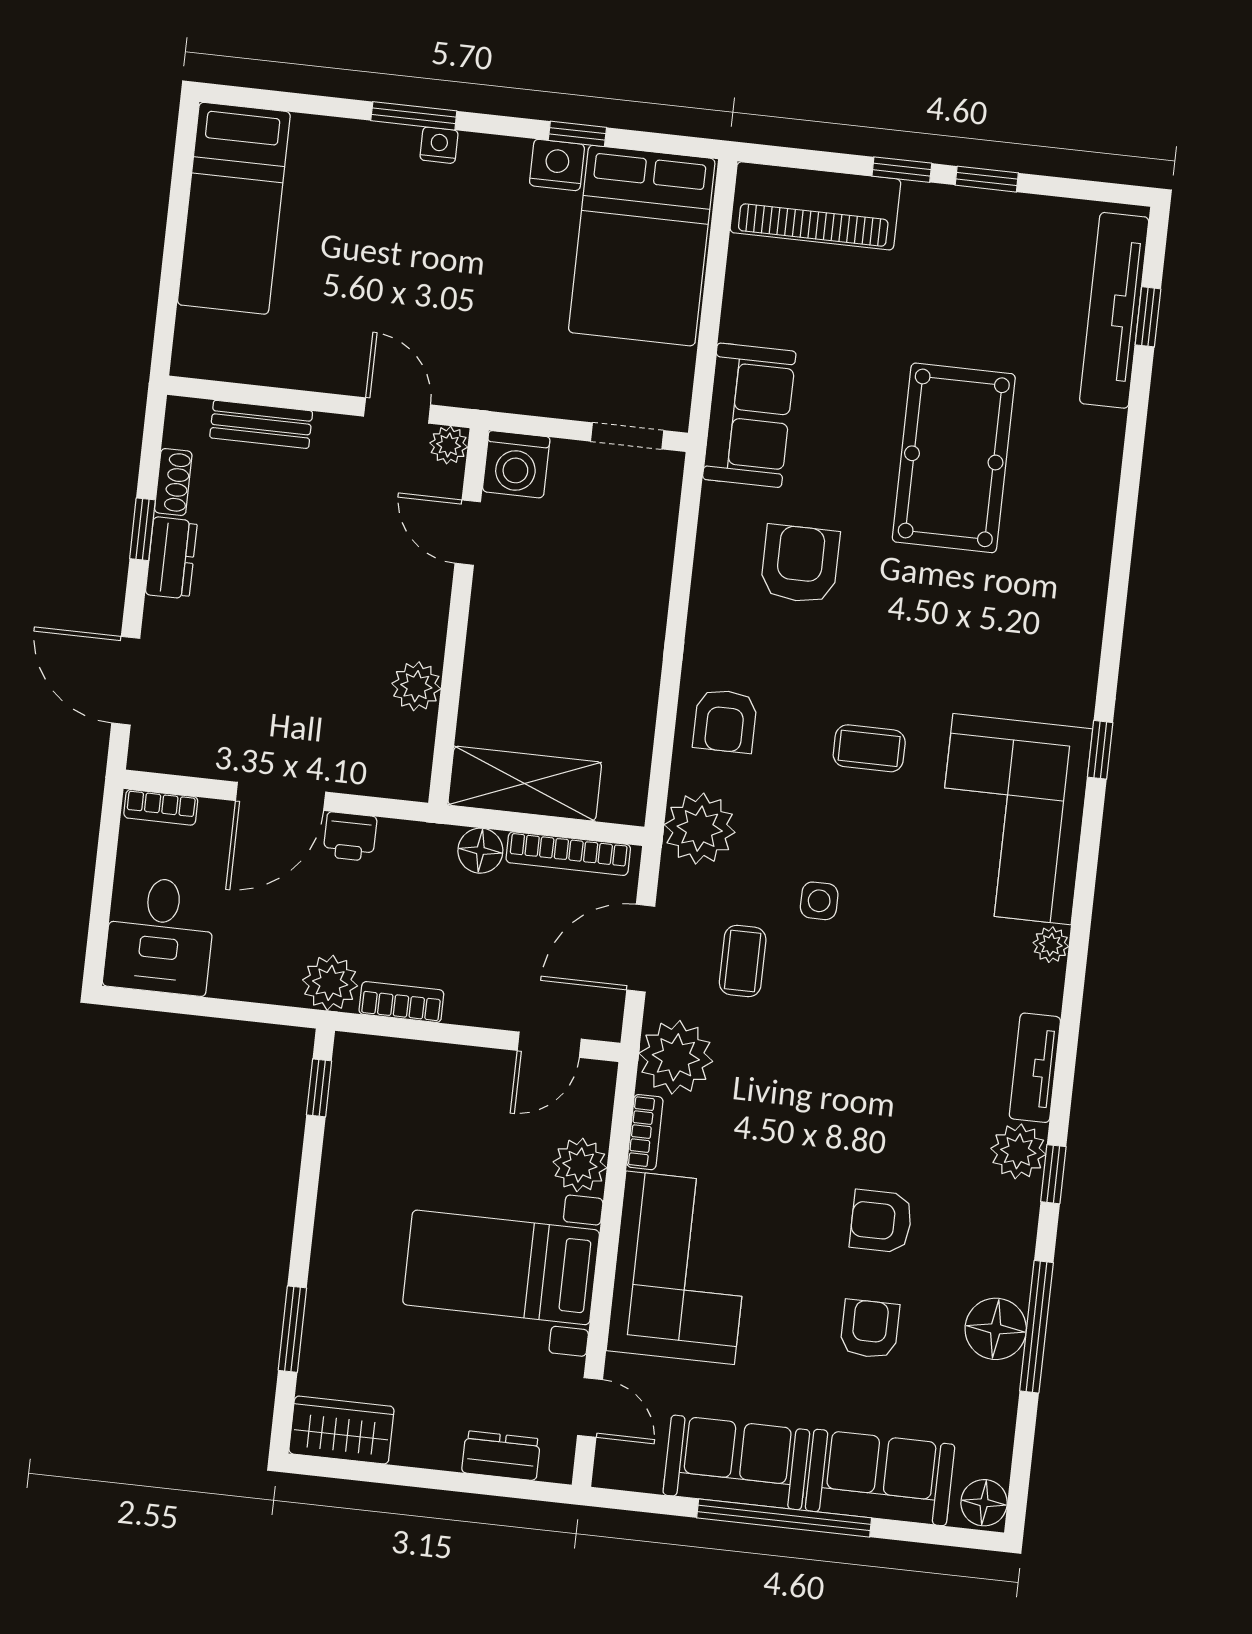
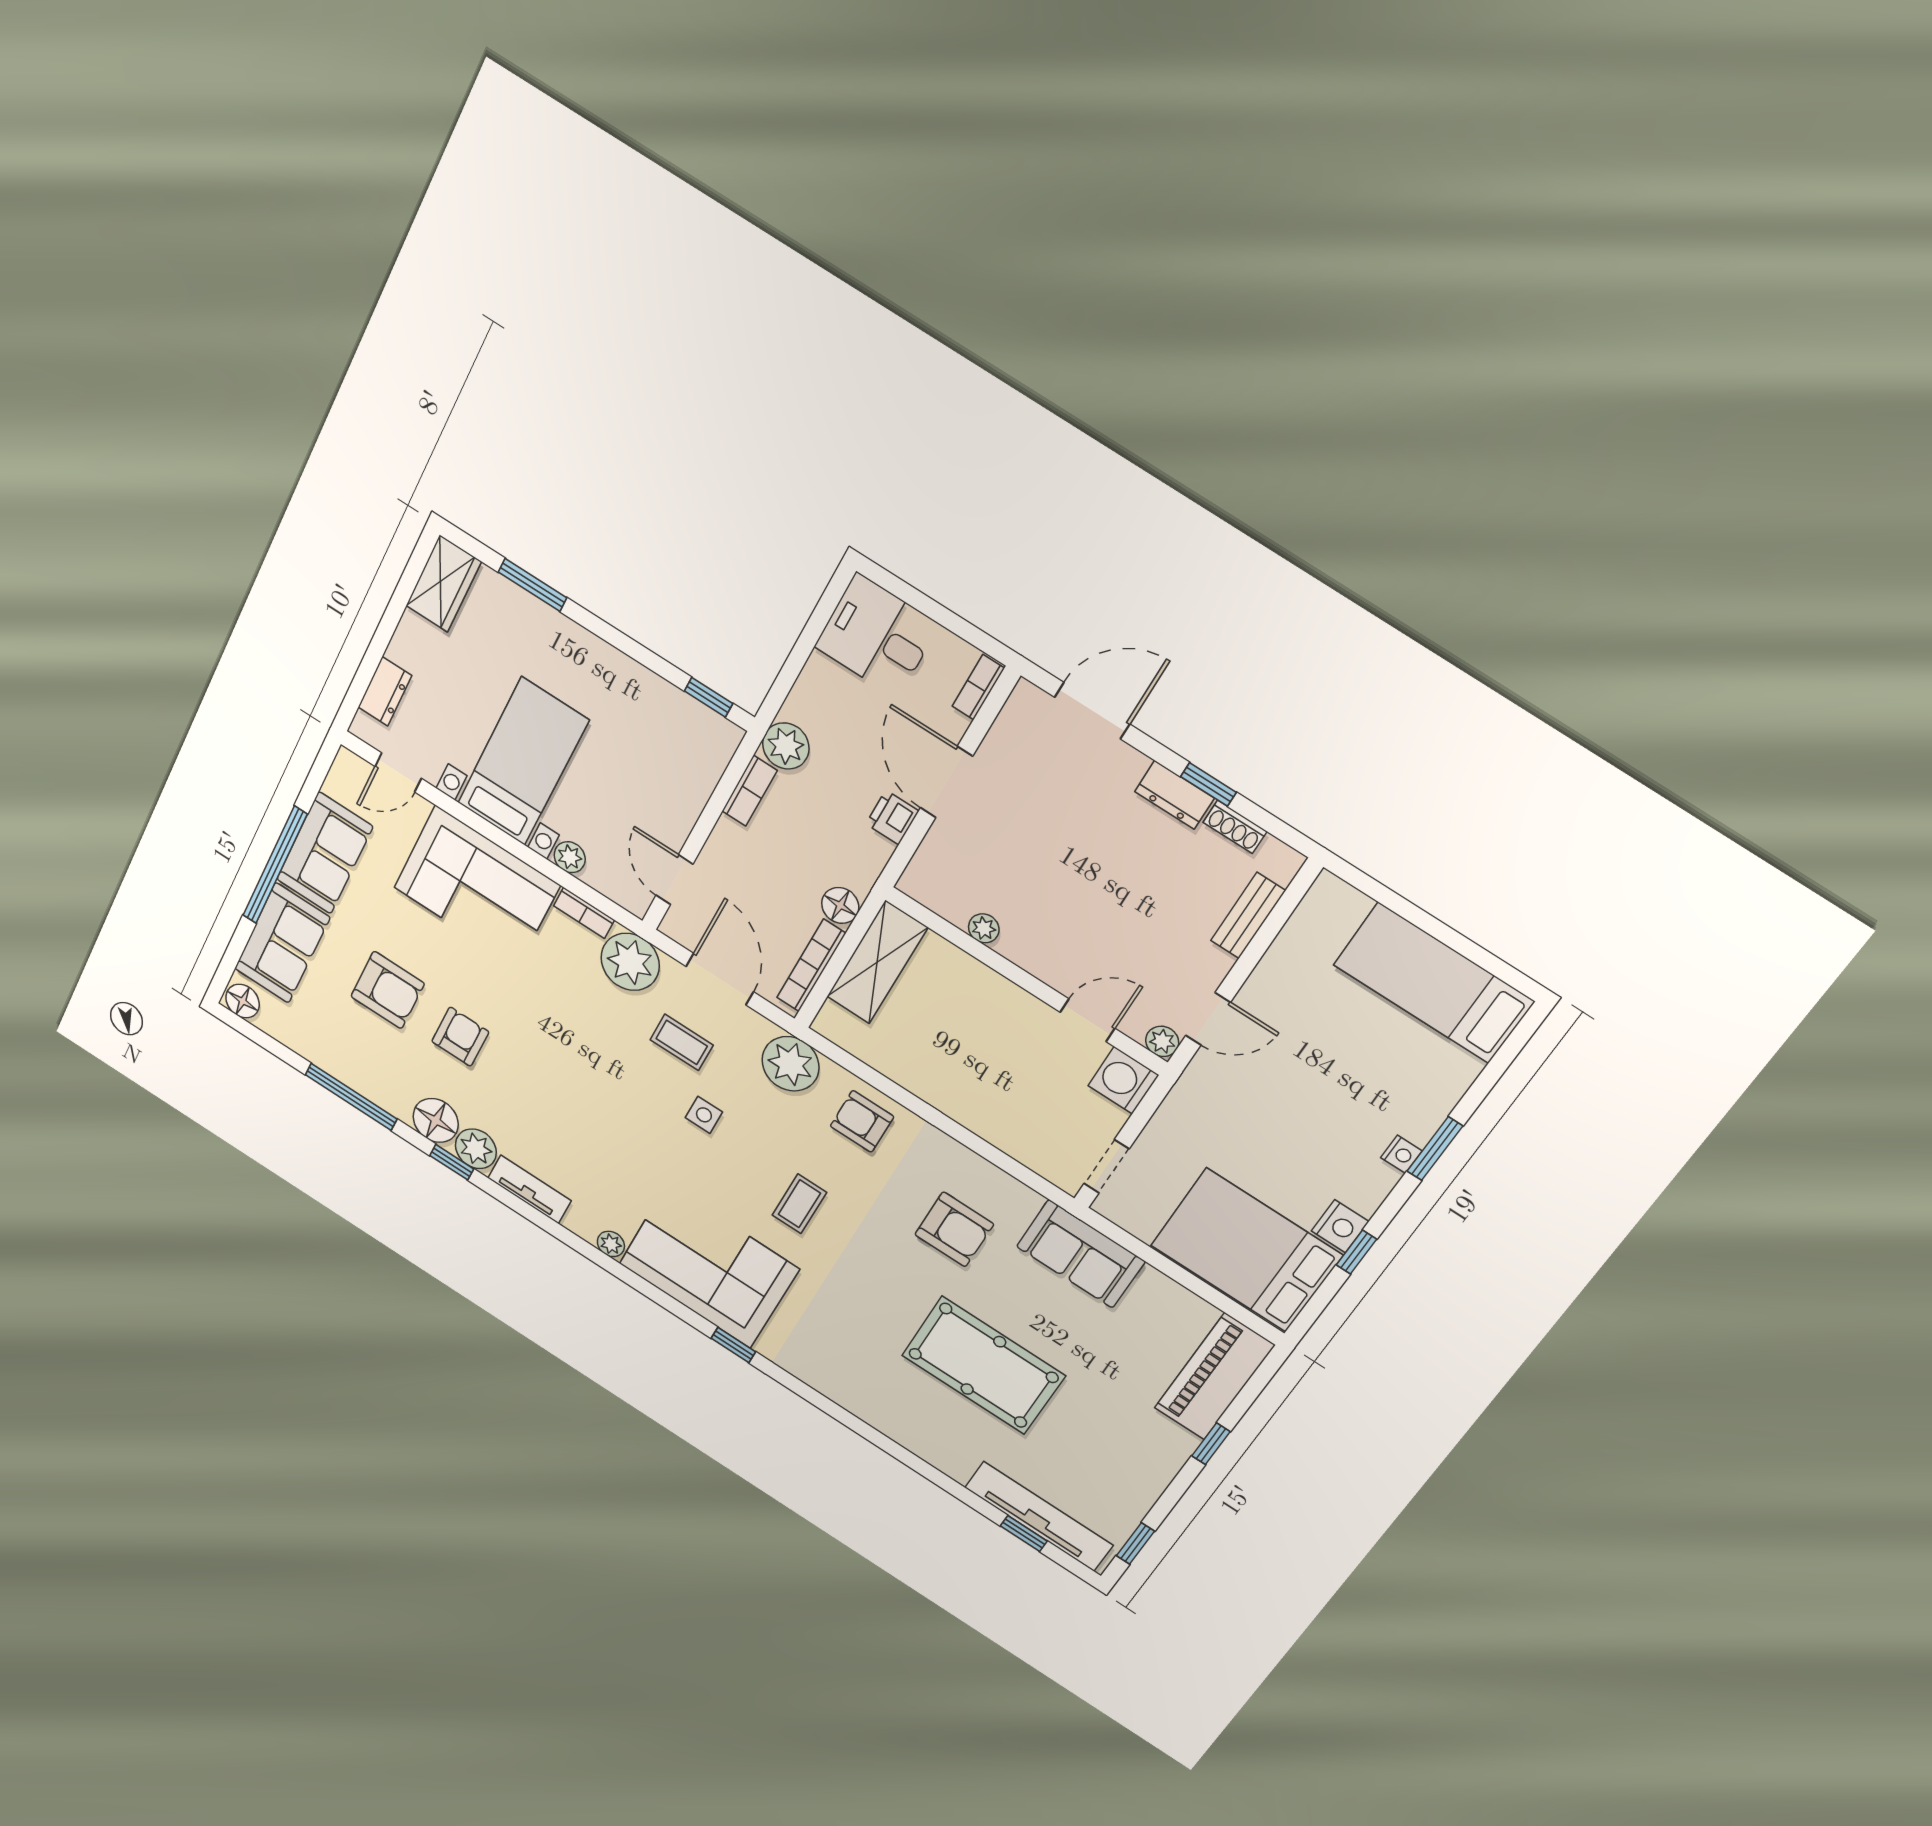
window: (987, 179) -> (1135, 1543), moved
plant: (416, 686) -> (984, 928), width x0.73, depth x0.73
plant: (580, 1165) -> (570, 857), width x0.73, depth x0.73
armchair: (870, 1329) -> (388, 990), width x1.38, depth x1.38
floor lamp: (996, 1329) -> (436, 1120), moved

